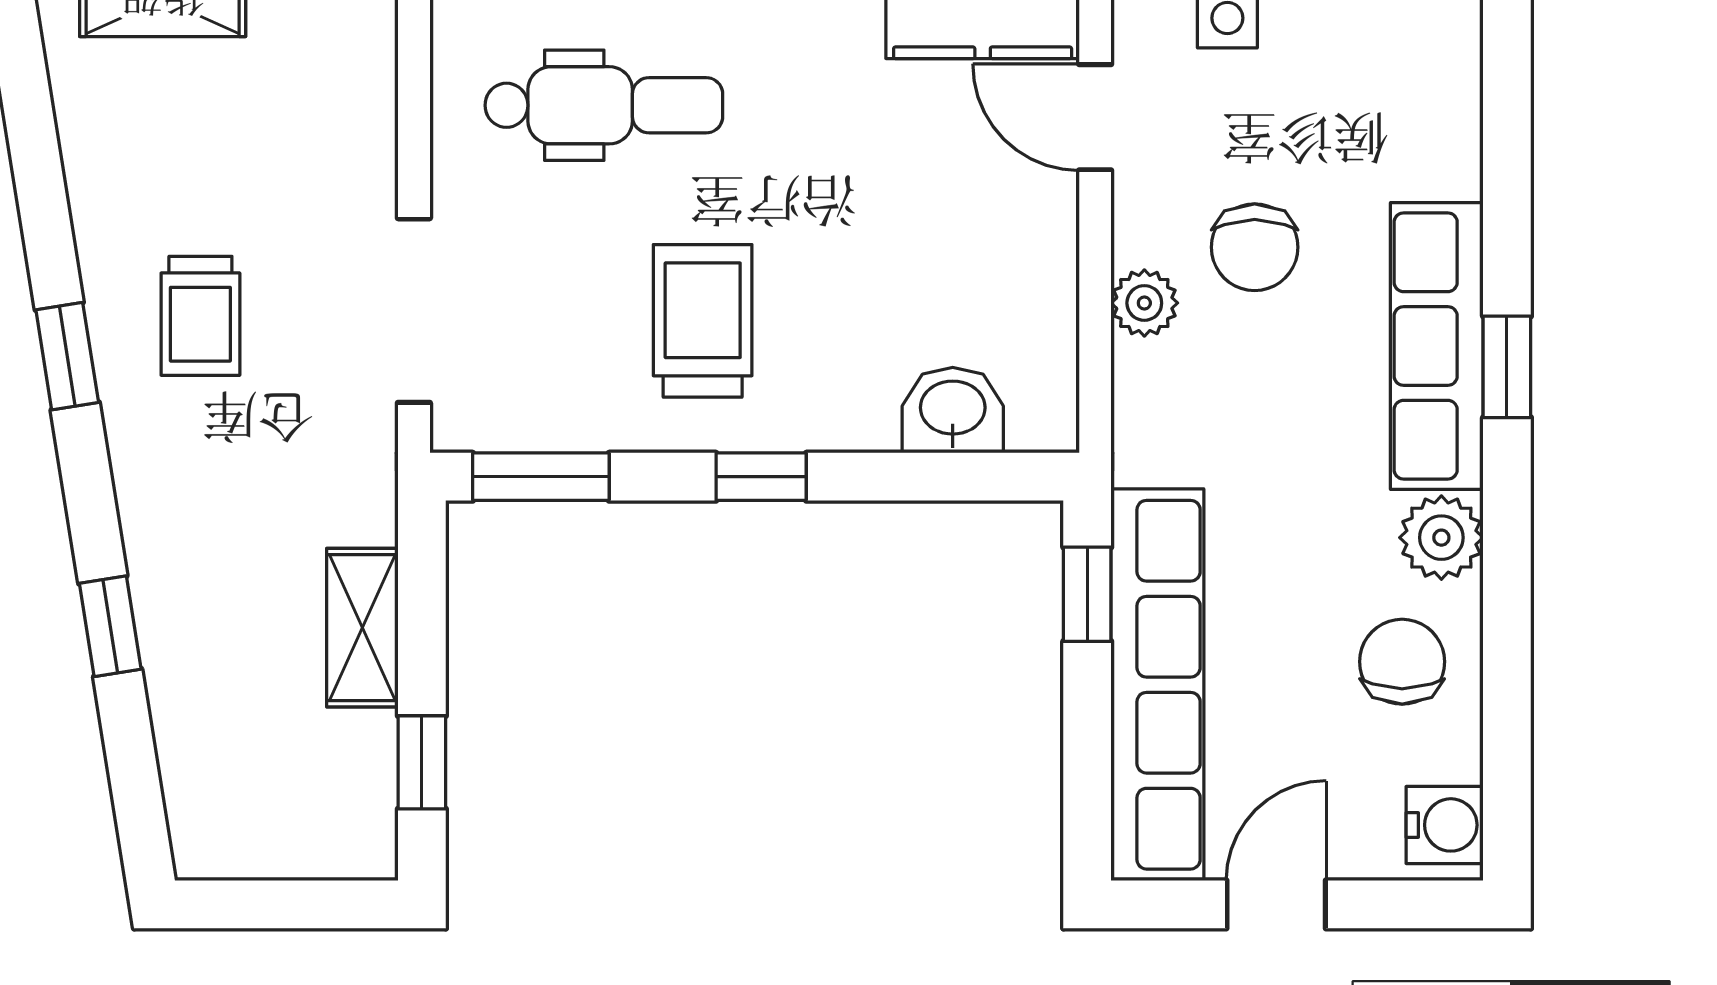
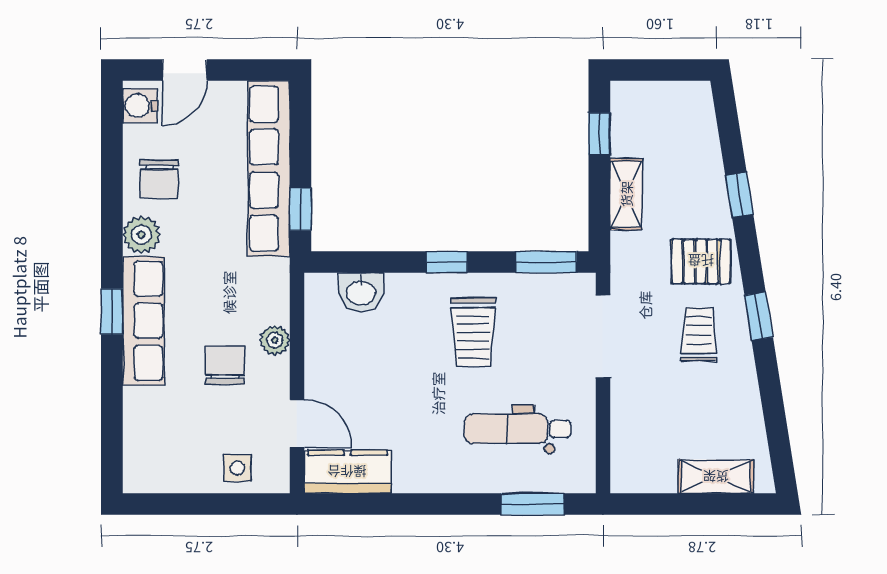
pallet: (196, 478) -> (701, 261), added
door: (1276, 904) -> (184, 70), moved

